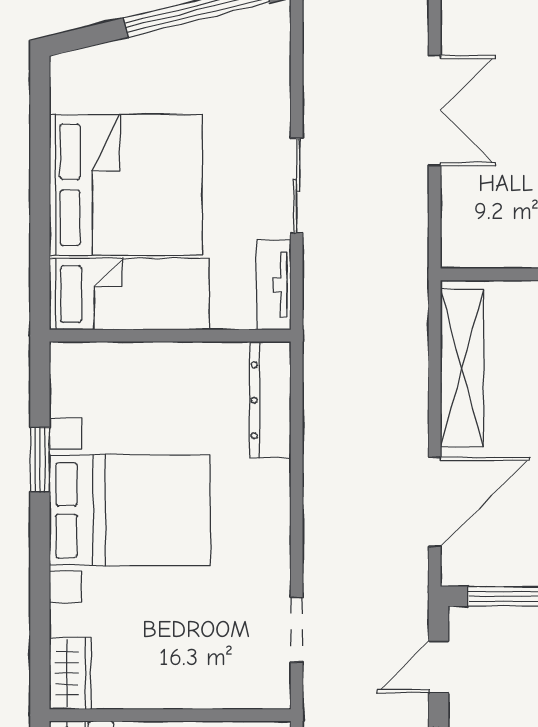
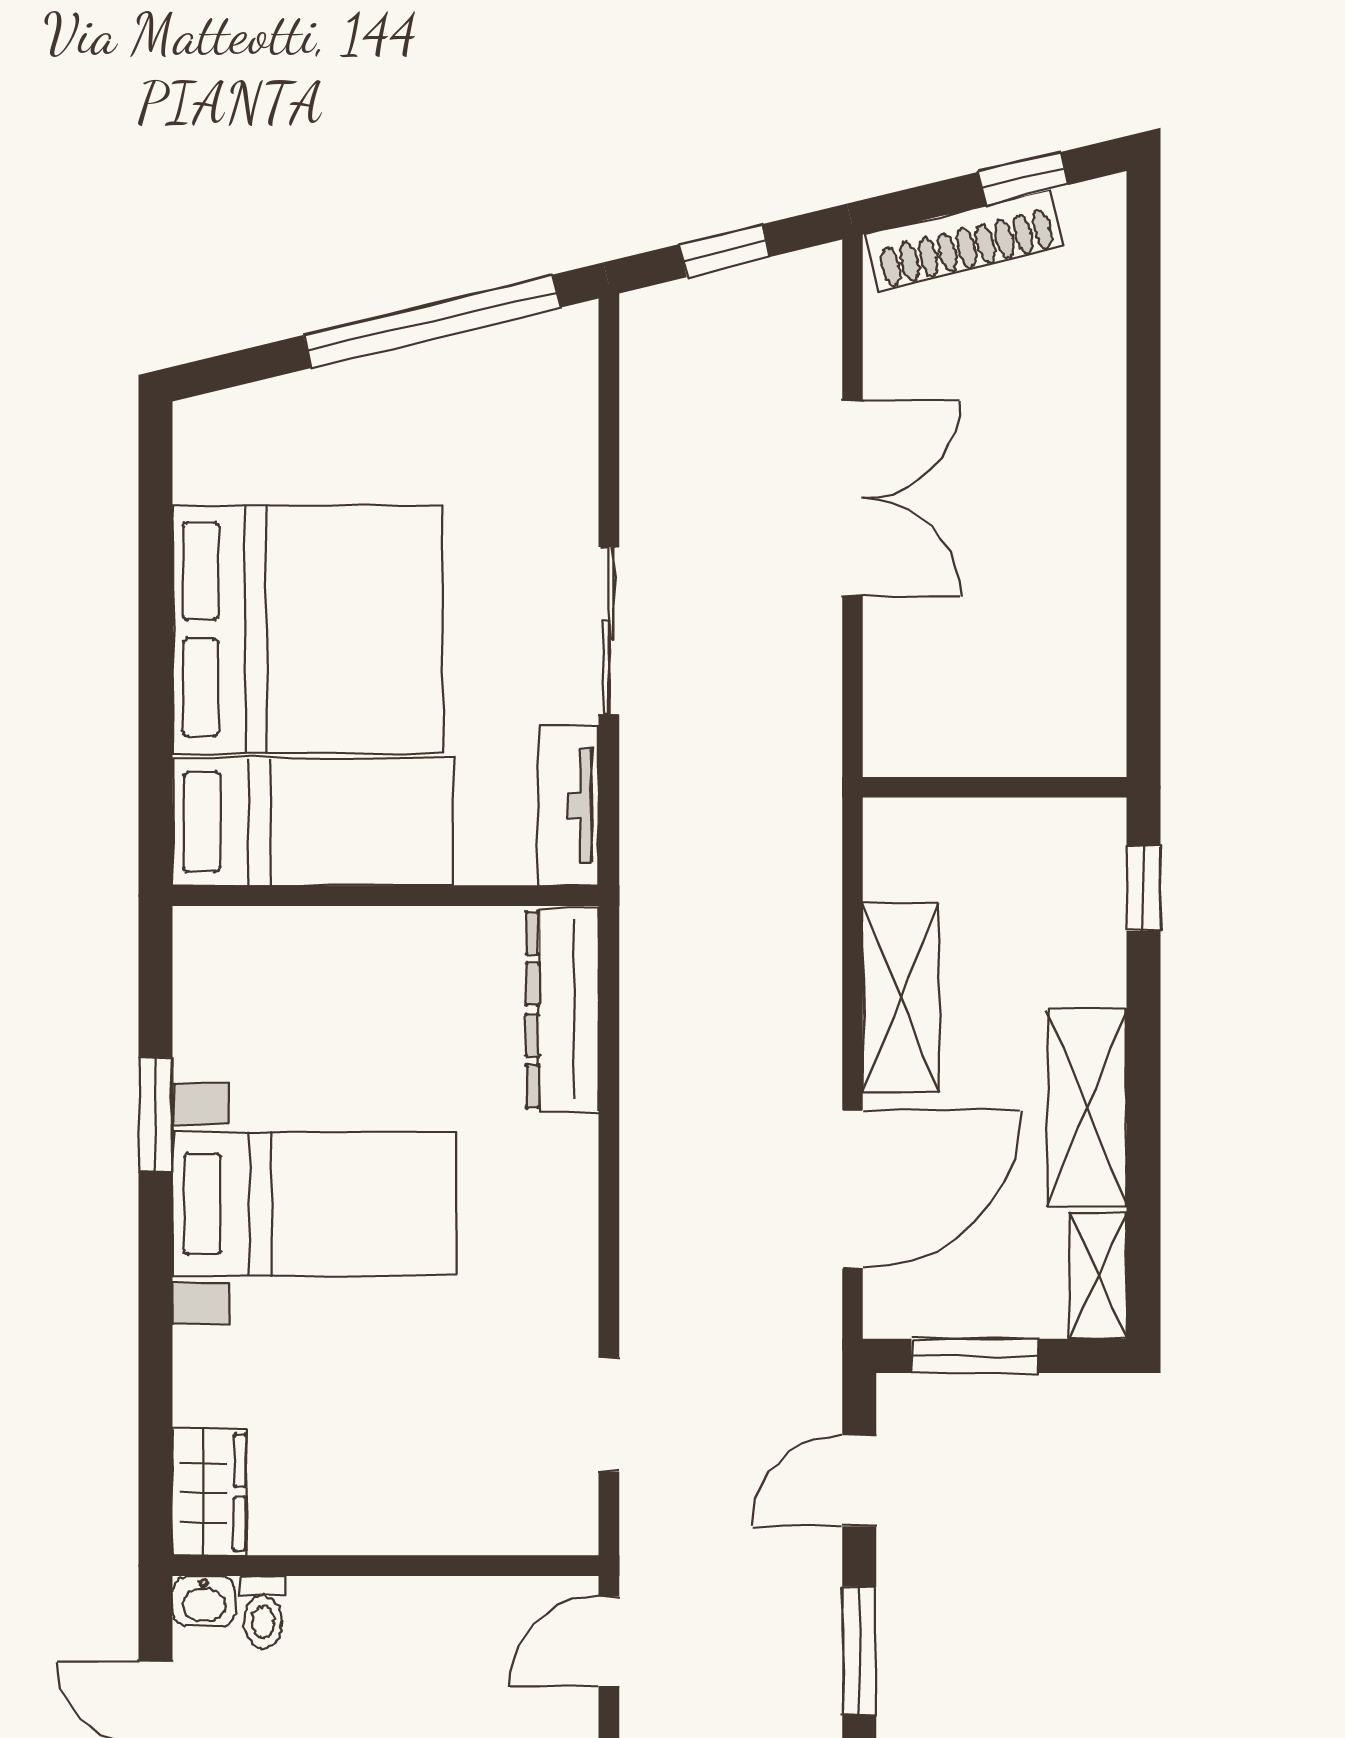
shelving: (462, 368) -> (901, 998), width x0.68
bed with nightstands: (130, 510) -> (314, 1204), width x0.73

